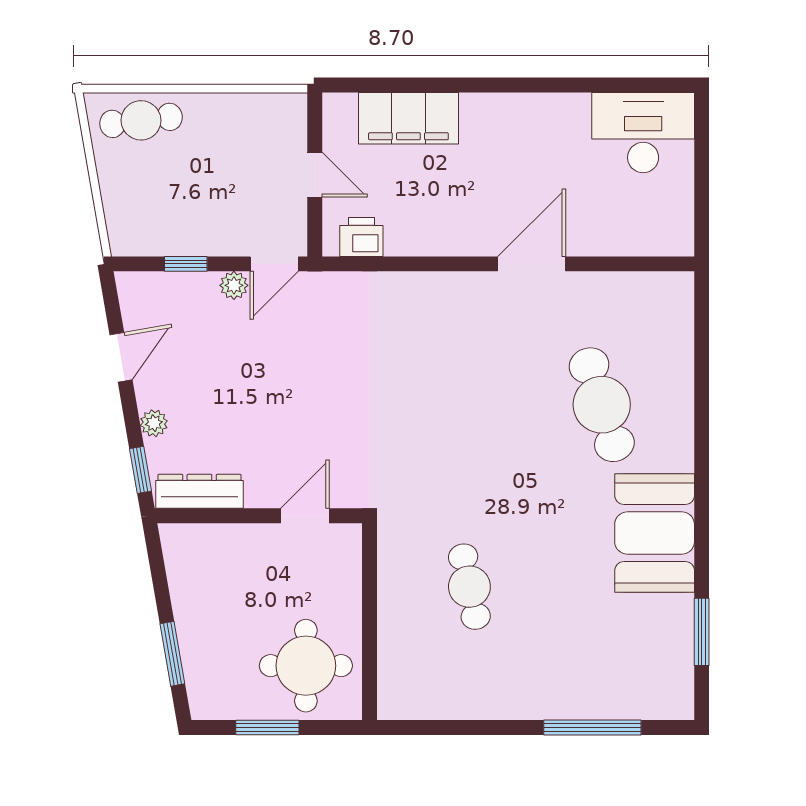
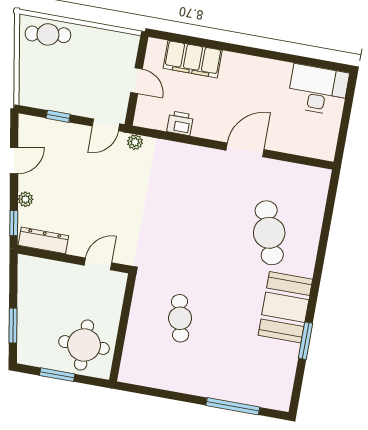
printer: (361, 237) -> (180, 123), moved
plant: (234, 285) -> (135, 142), moved
window: (702, 632) -> (306, 341), moved

